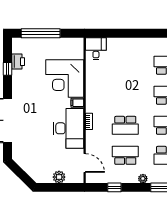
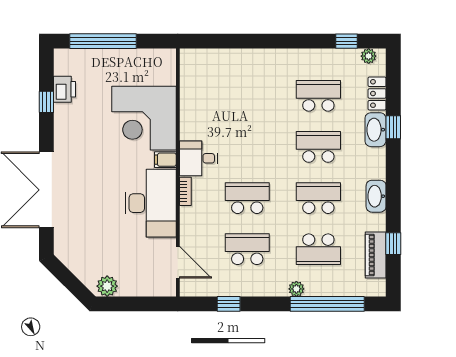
desk: (96, 49) -> (199, 158), moved, turned -90
school desk: (125, 125) -> (247, 198), turned 180
plant: (59, 177) -> (107, 286), moved
plant: (143, 179) -> (296, 289), moved

